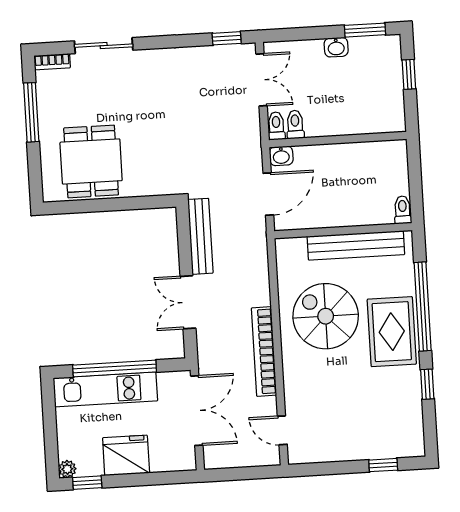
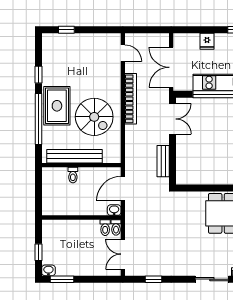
window: (227, 38) -> (154, 279), moved
washbasin: (336, 47) -> (48, 270), moved
toilet: (403, 210) -> (73, 175), moved
bench: (200, 236) -> (163, 161), width x0.73
double door: (188, 302) -> (172, 119), moved
fridge: (126, 455) -> (207, 41), width x0.53, depth x0.75

